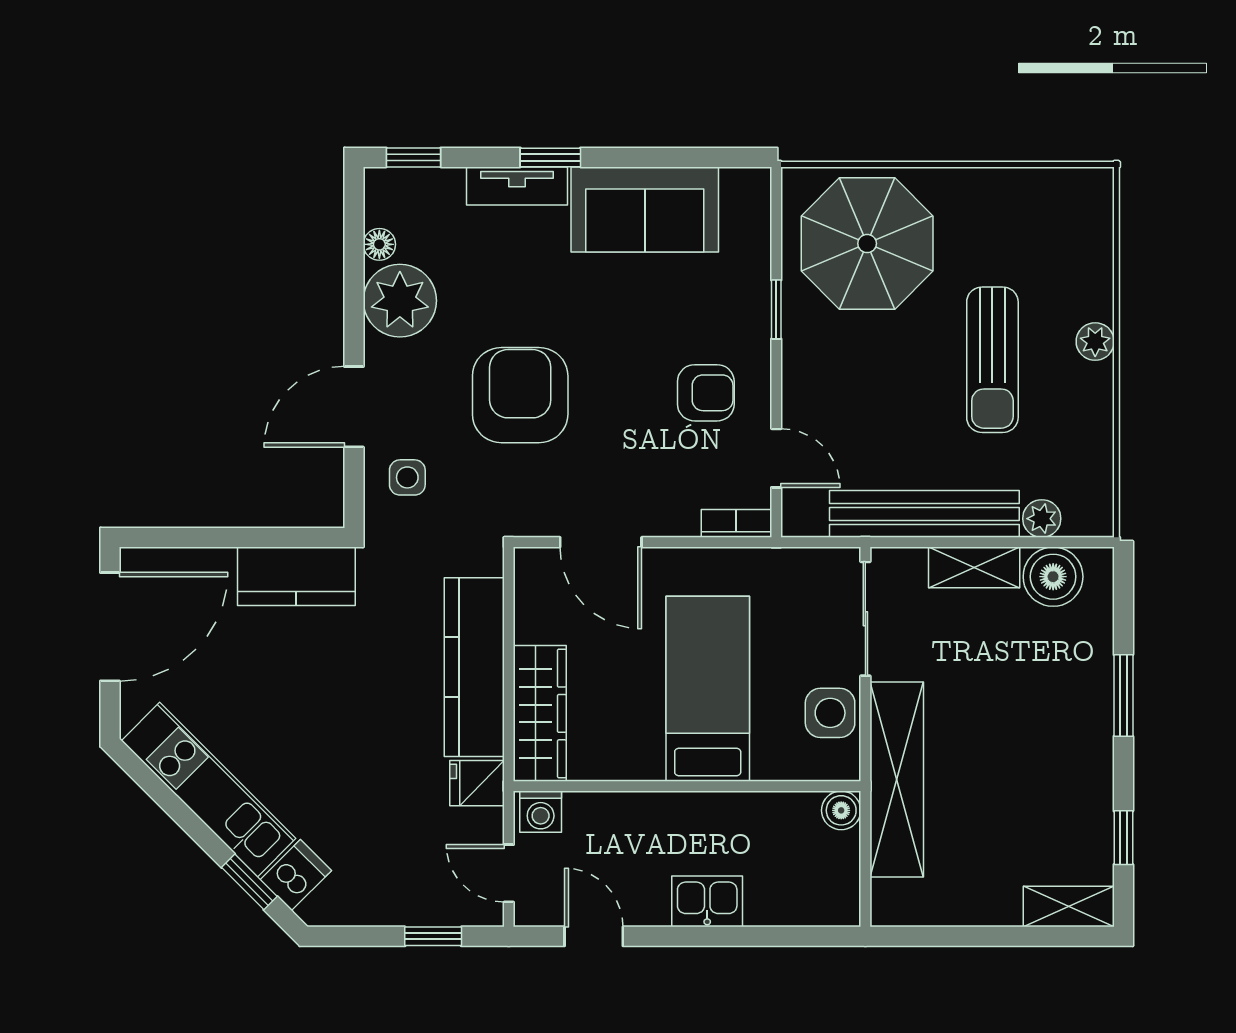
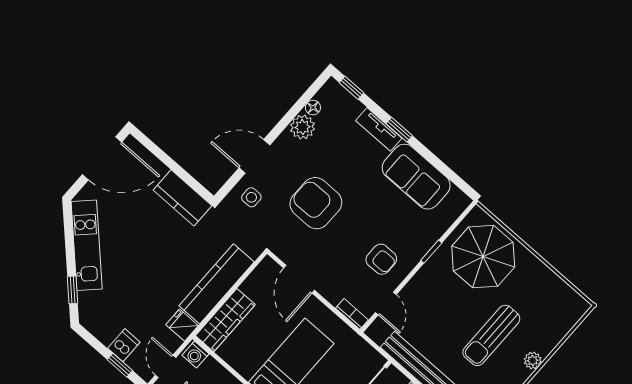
plant: (400, 301) -> (302, 127), width x0.73, depth x0.73
armchair: (520, 395) -> (316, 203), turned -90
dishwasher: (296, 875) -> (124, 345), moved, turned -45

